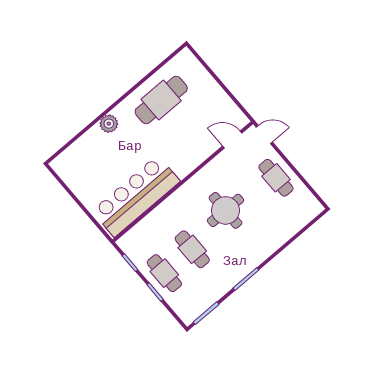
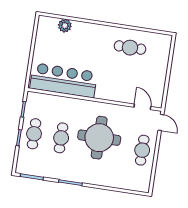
cafe table: (161, 100) -> (130, 48), width x0.73, depth x0.74
plant: (109, 124) -> (65, 26), moved
round table: (226, 210) -> (99, 138), width x1.36, depth x1.36

